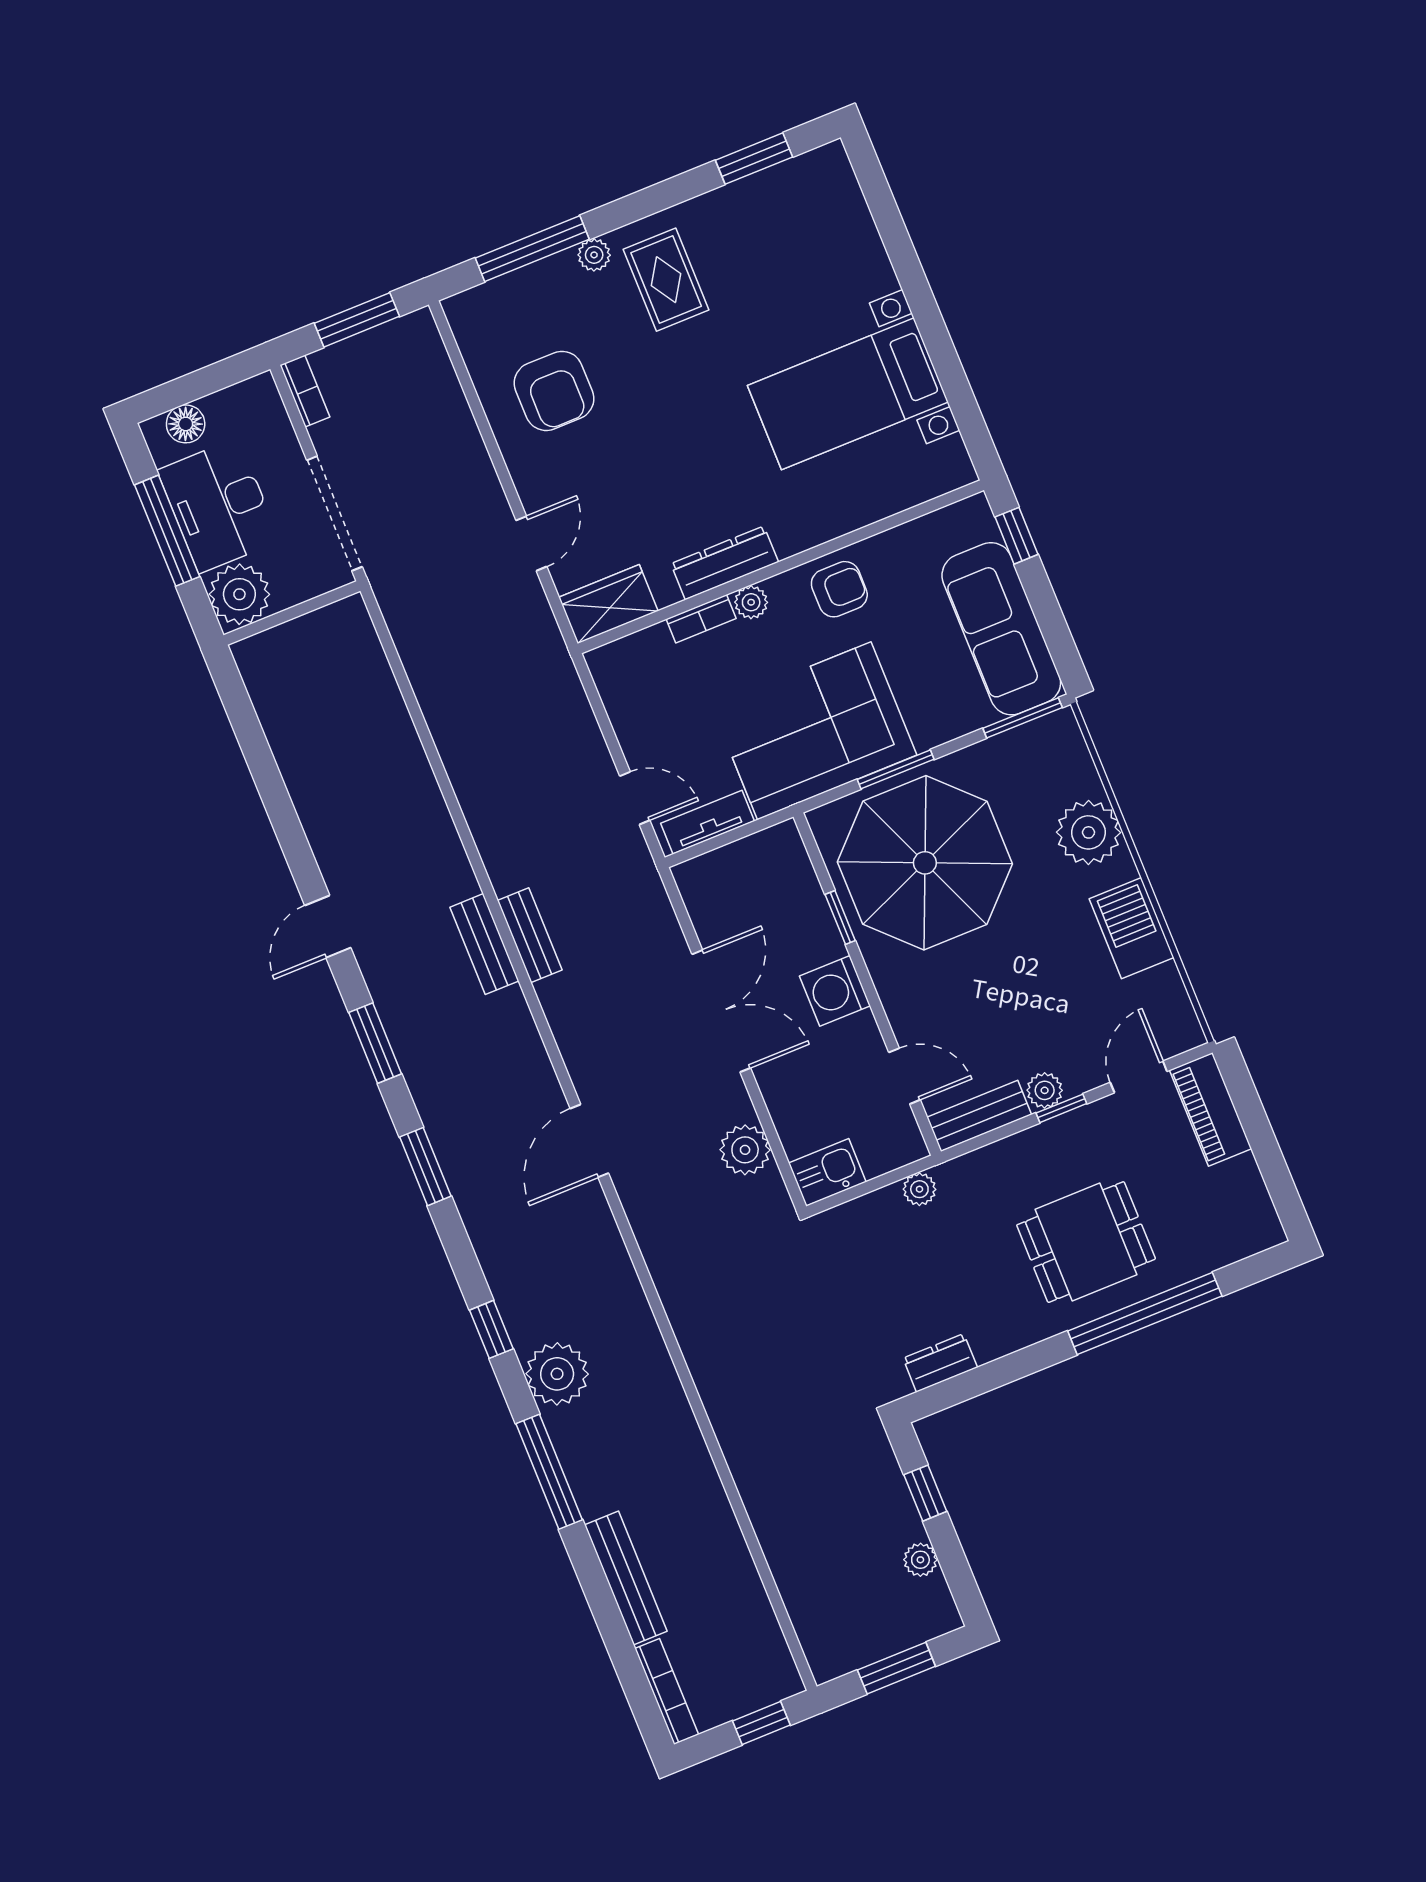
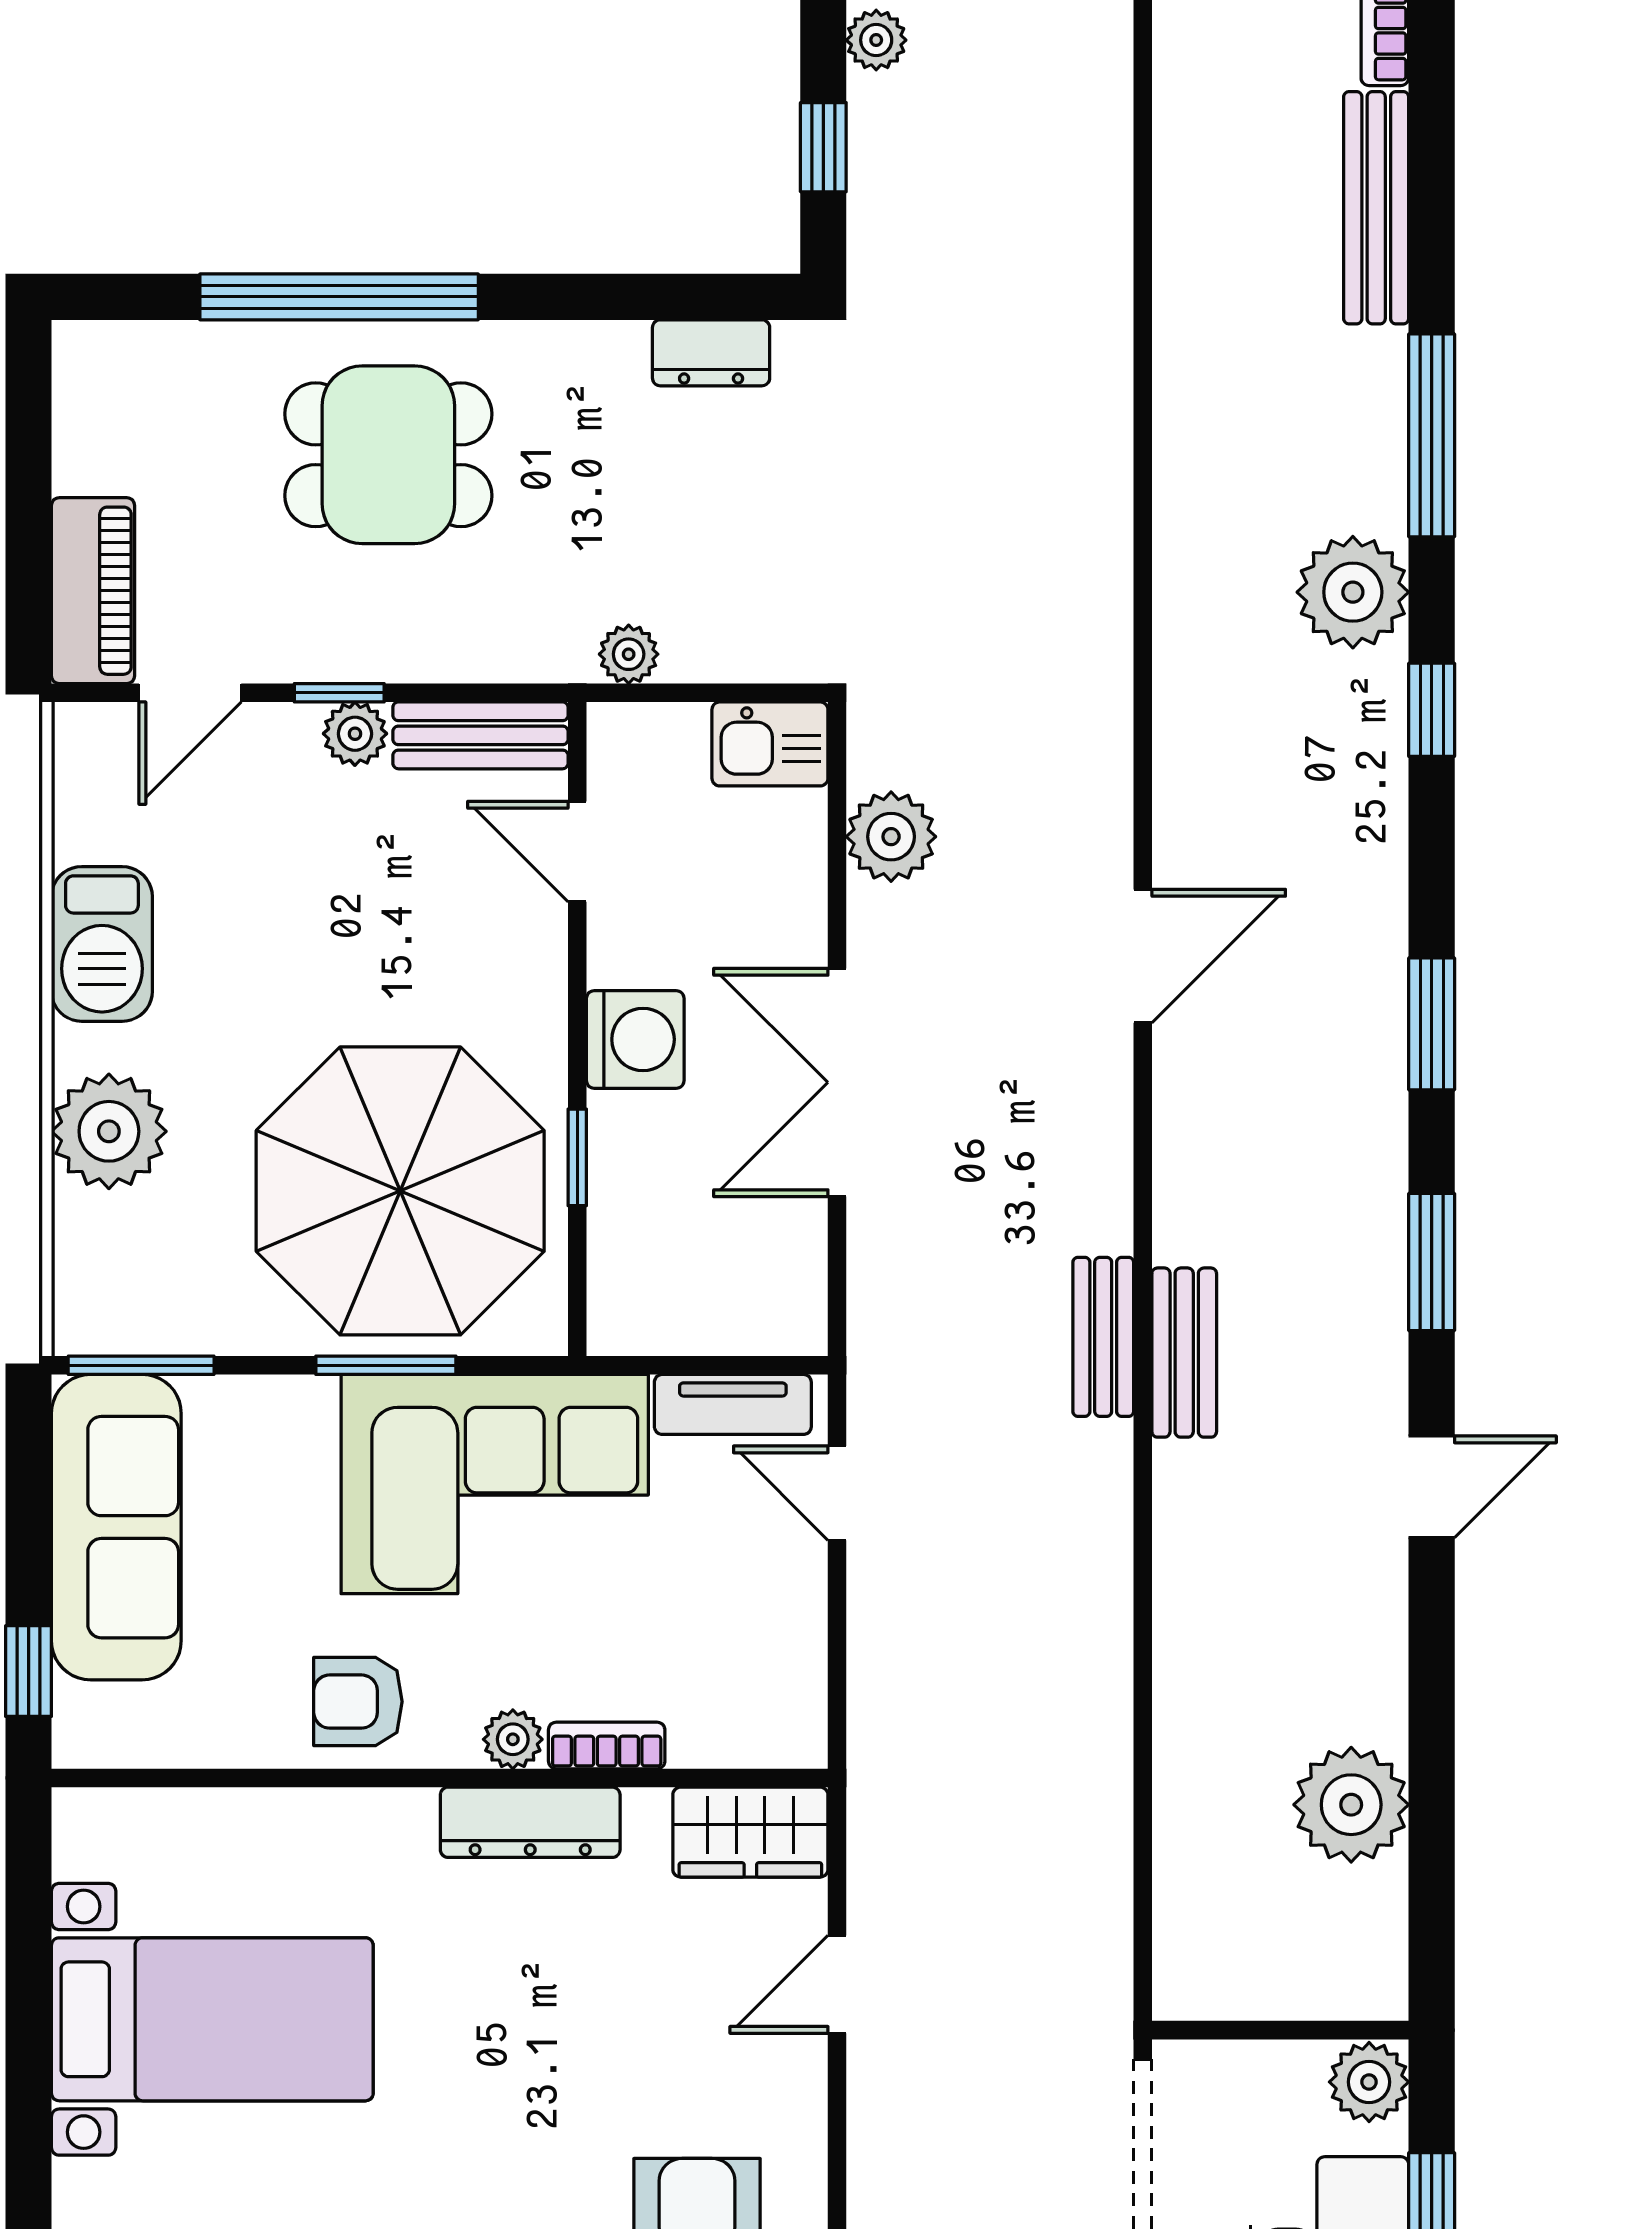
plant: (239, 594) -> (1369, 2082), width x0.73, depth x0.73
plant: (303, 745) -> (1351, 1805), added

